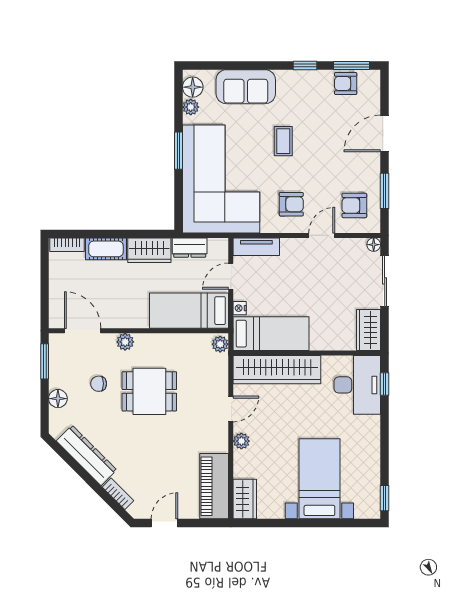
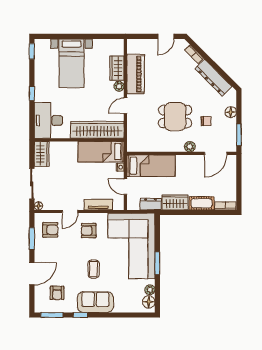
armchair: (346, 84) -> (57, 293), moved, turned 90
sofa: (246, 87) -> (95, 302), moved
tv unit: (256, 247) -> (98, 205), moved
door: (231, 276) -> (125, 187), swing flipped
door: (83, 331) -> (216, 153), hinge flipped
plant: (220, 344) -> (132, 145), removed
window: (385, 384) -> (32, 93), moved
piano: (214, 486) -> (136, 74), moved
wardrobe: (245, 499) -> (117, 68), moved

